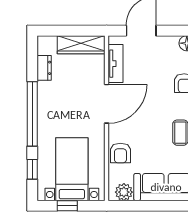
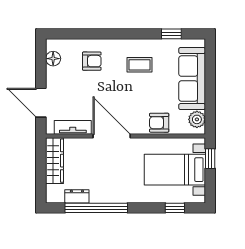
window: (32, 114) -> (96, 208), moved
armchair: (120, 153) -> (159, 123), turned 180
window: (67, 206) -> (210, 159), moved

